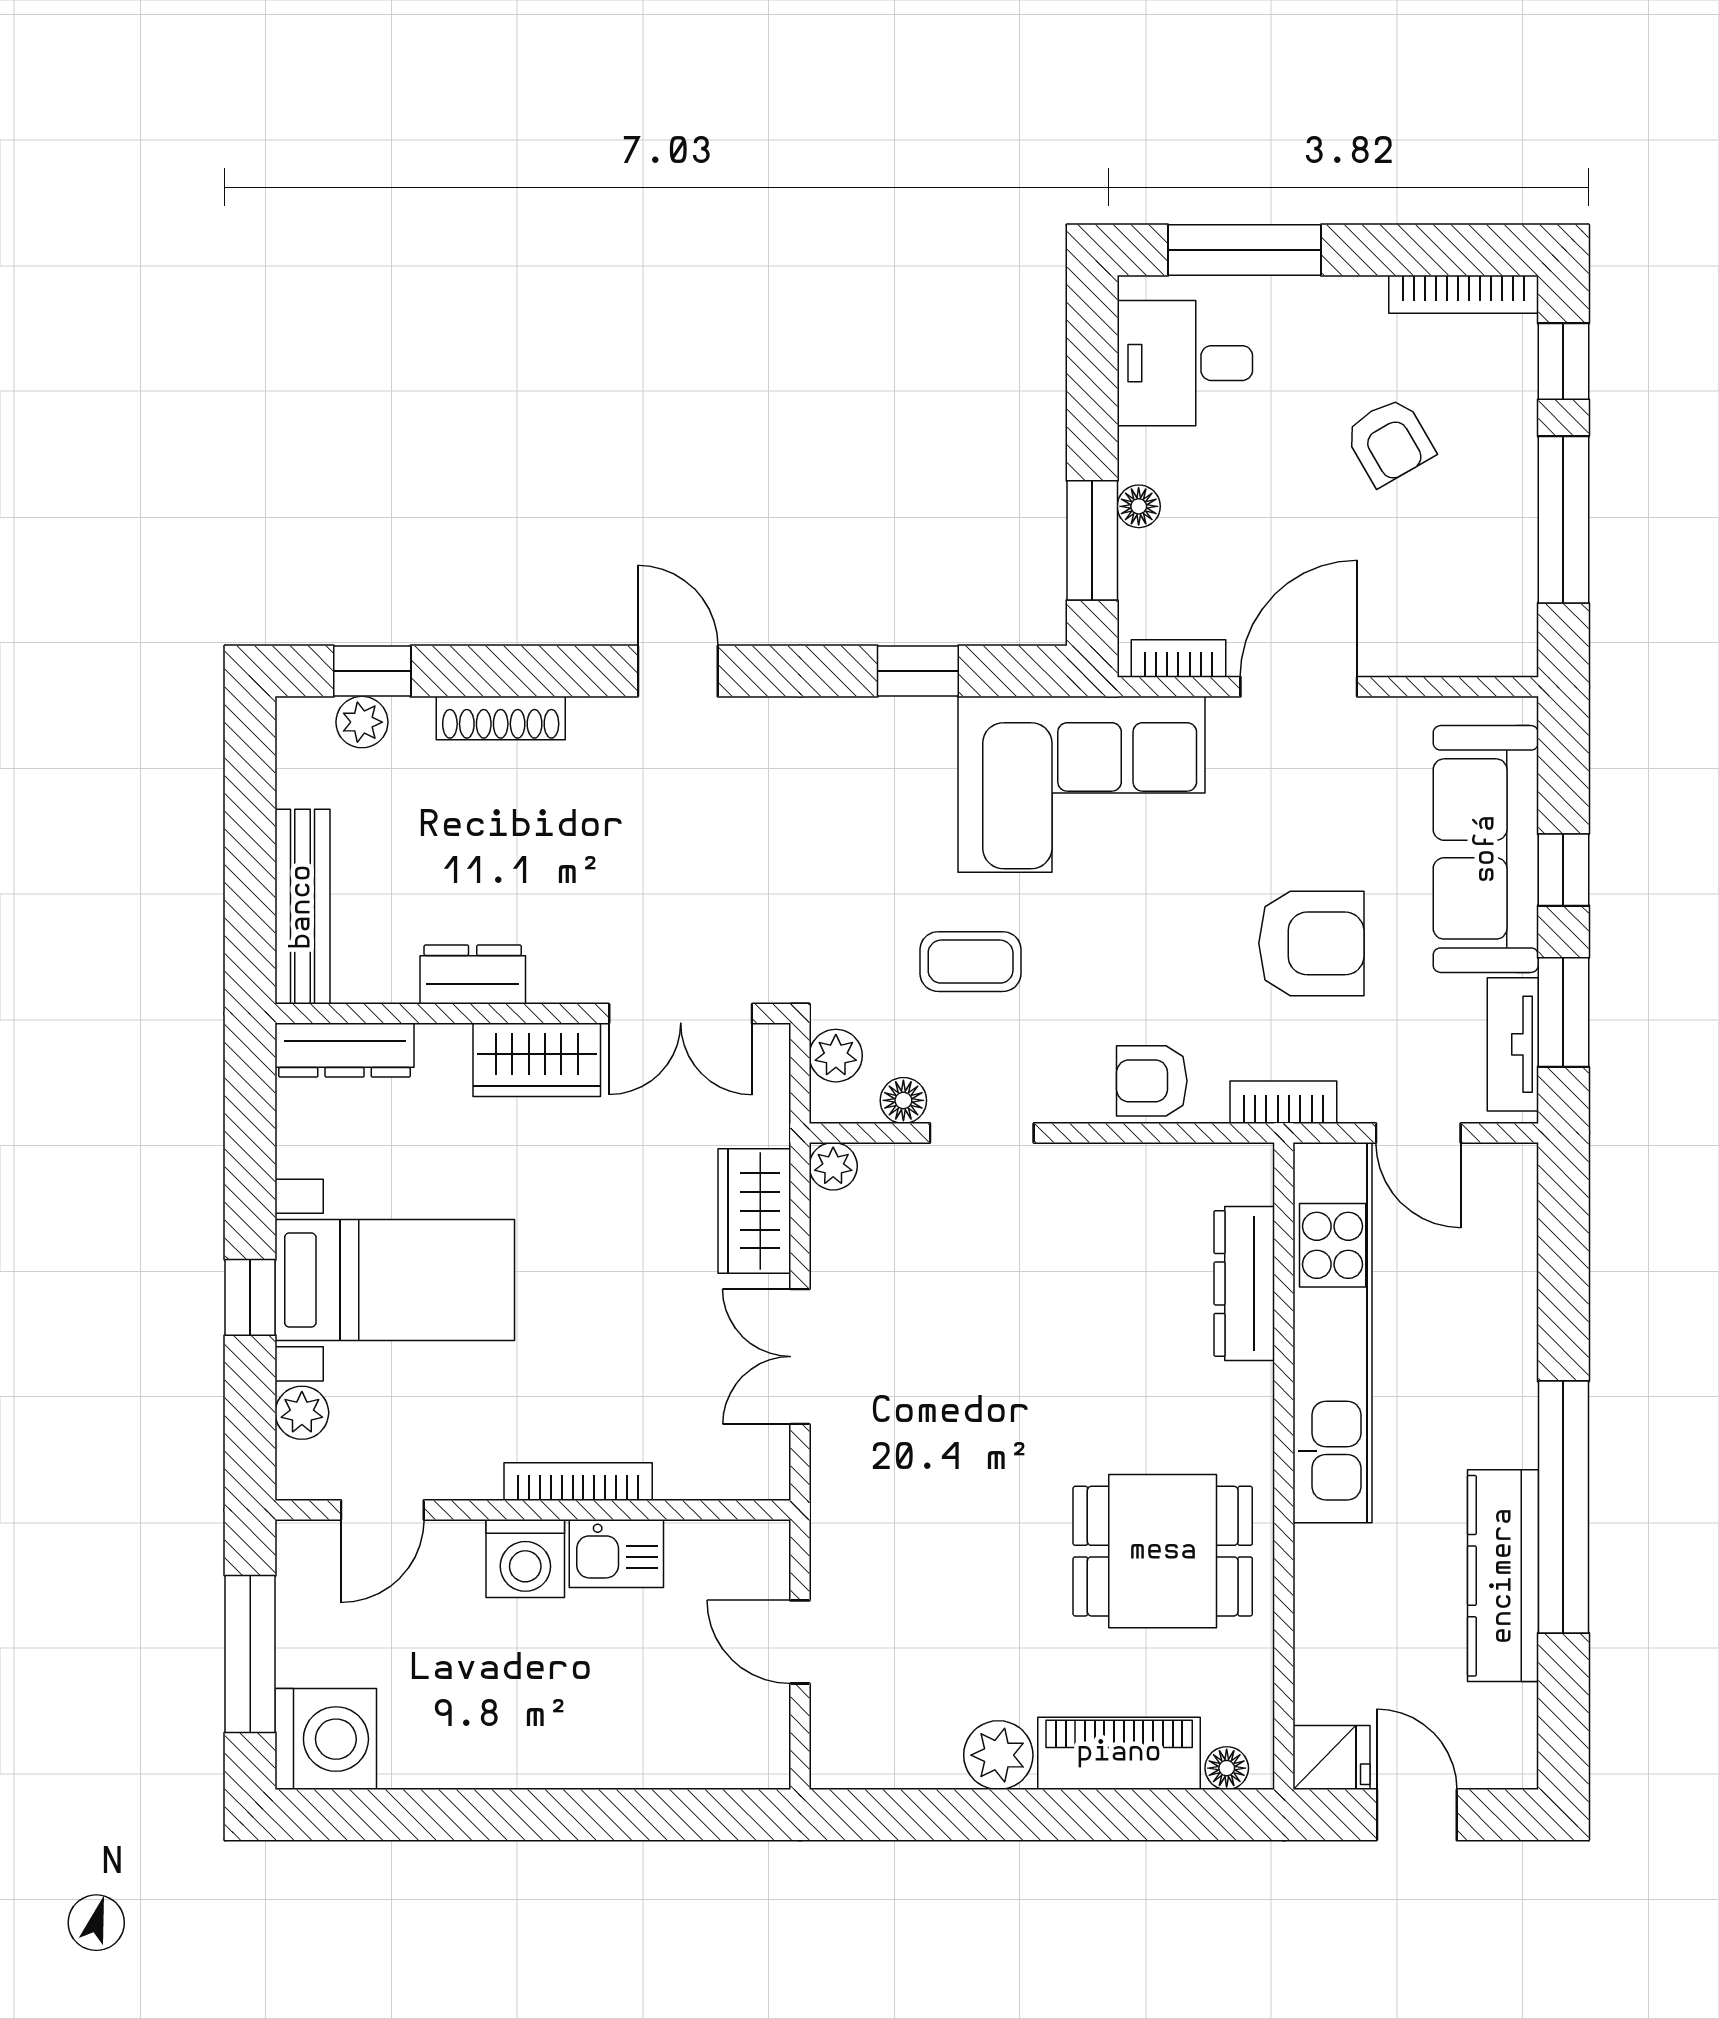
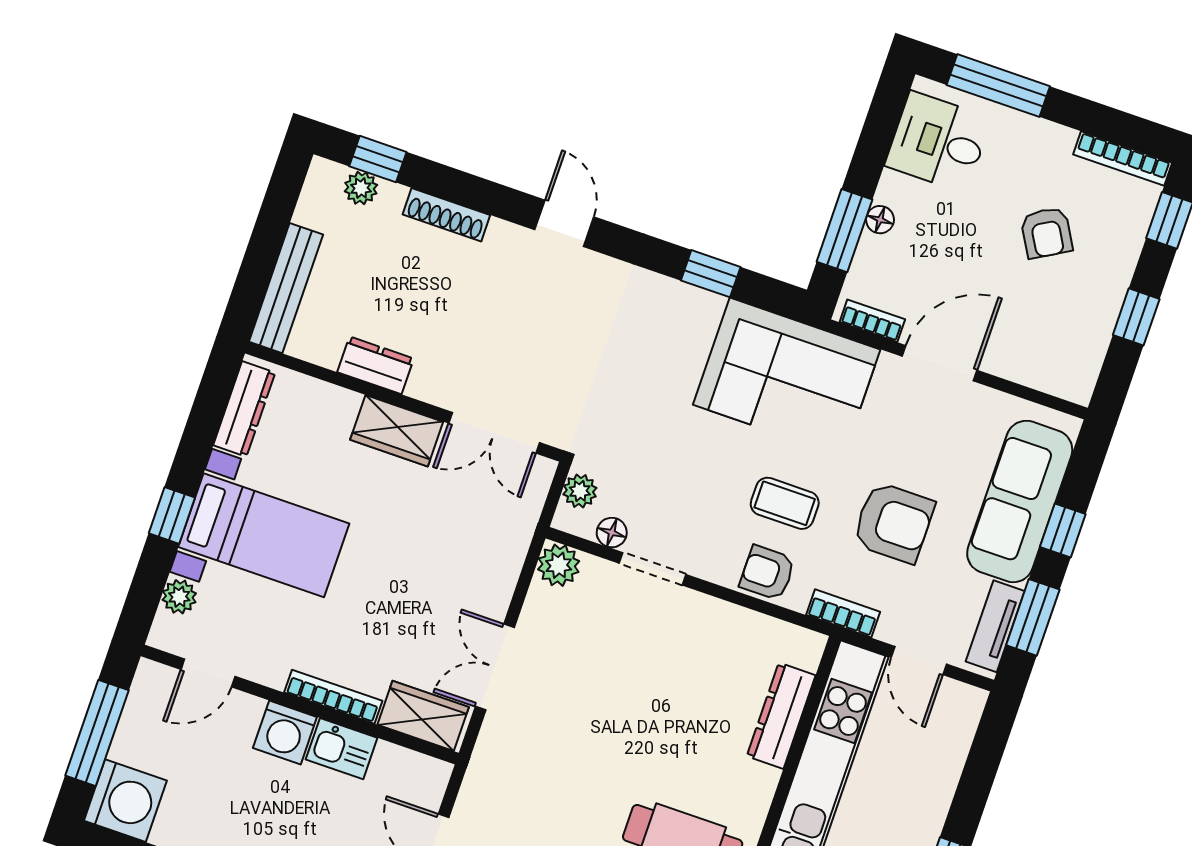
window: (1563, 520) -> (1136, 317), width x0.46
coffee table: (971, 962) -> (785, 503), moved
dresser: (345, 1050) -> (244, 409), moved, turned -90
plant: (833, 1166) -> (559, 565), width x1.38, depth x1.38
wardrobe: (754, 1211) -> (423, 716), moved, turned 90

